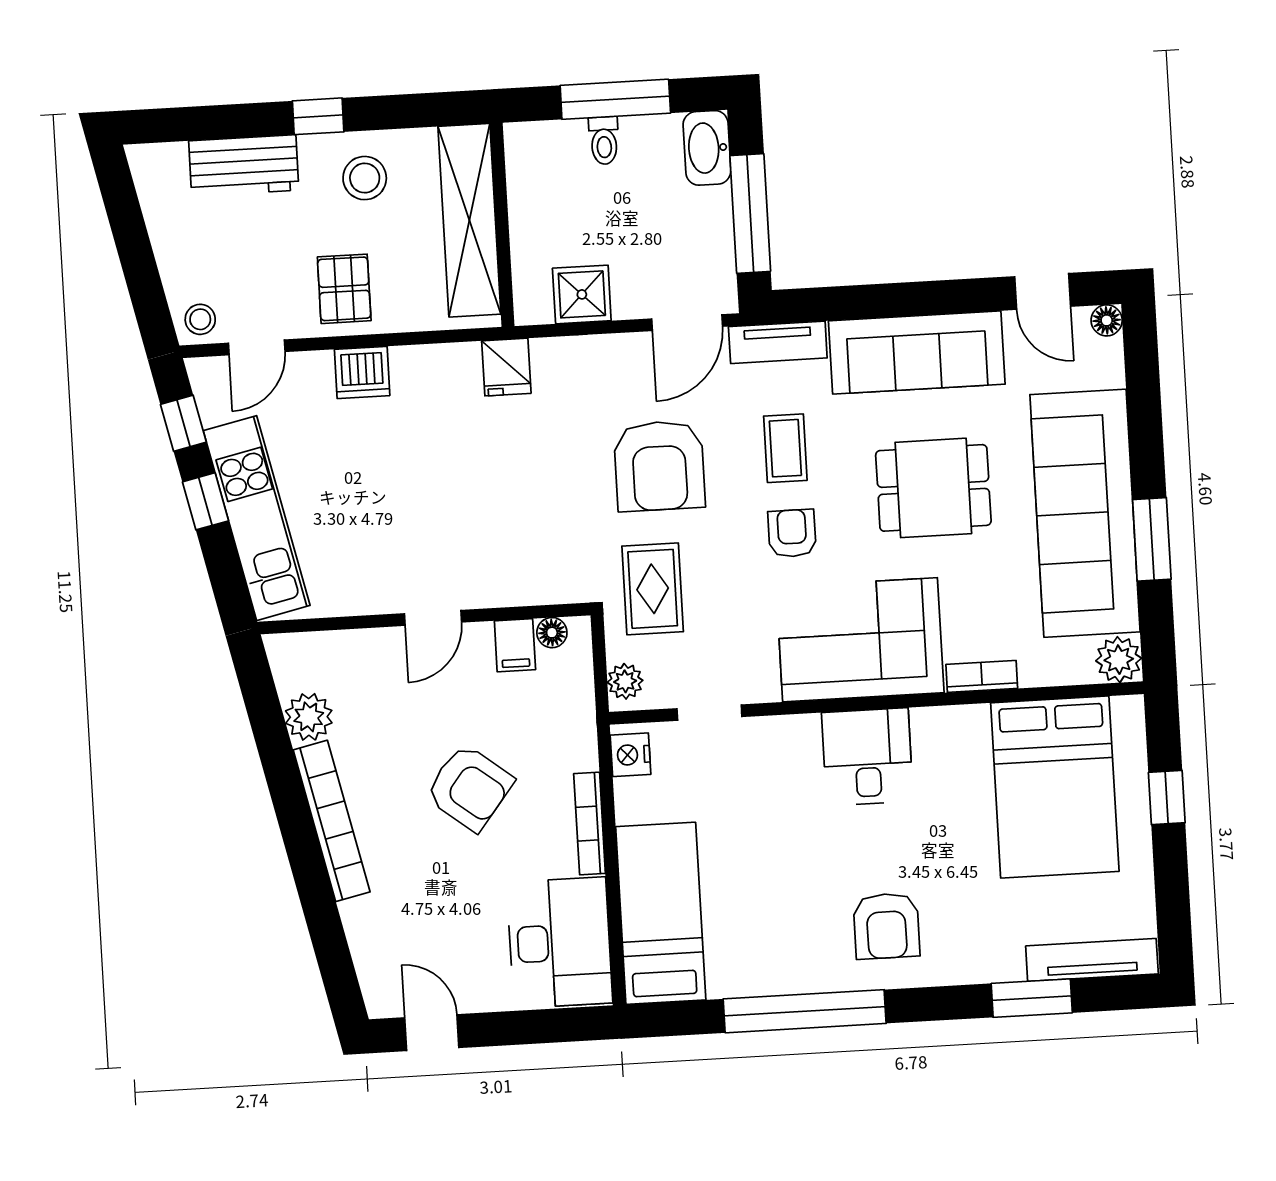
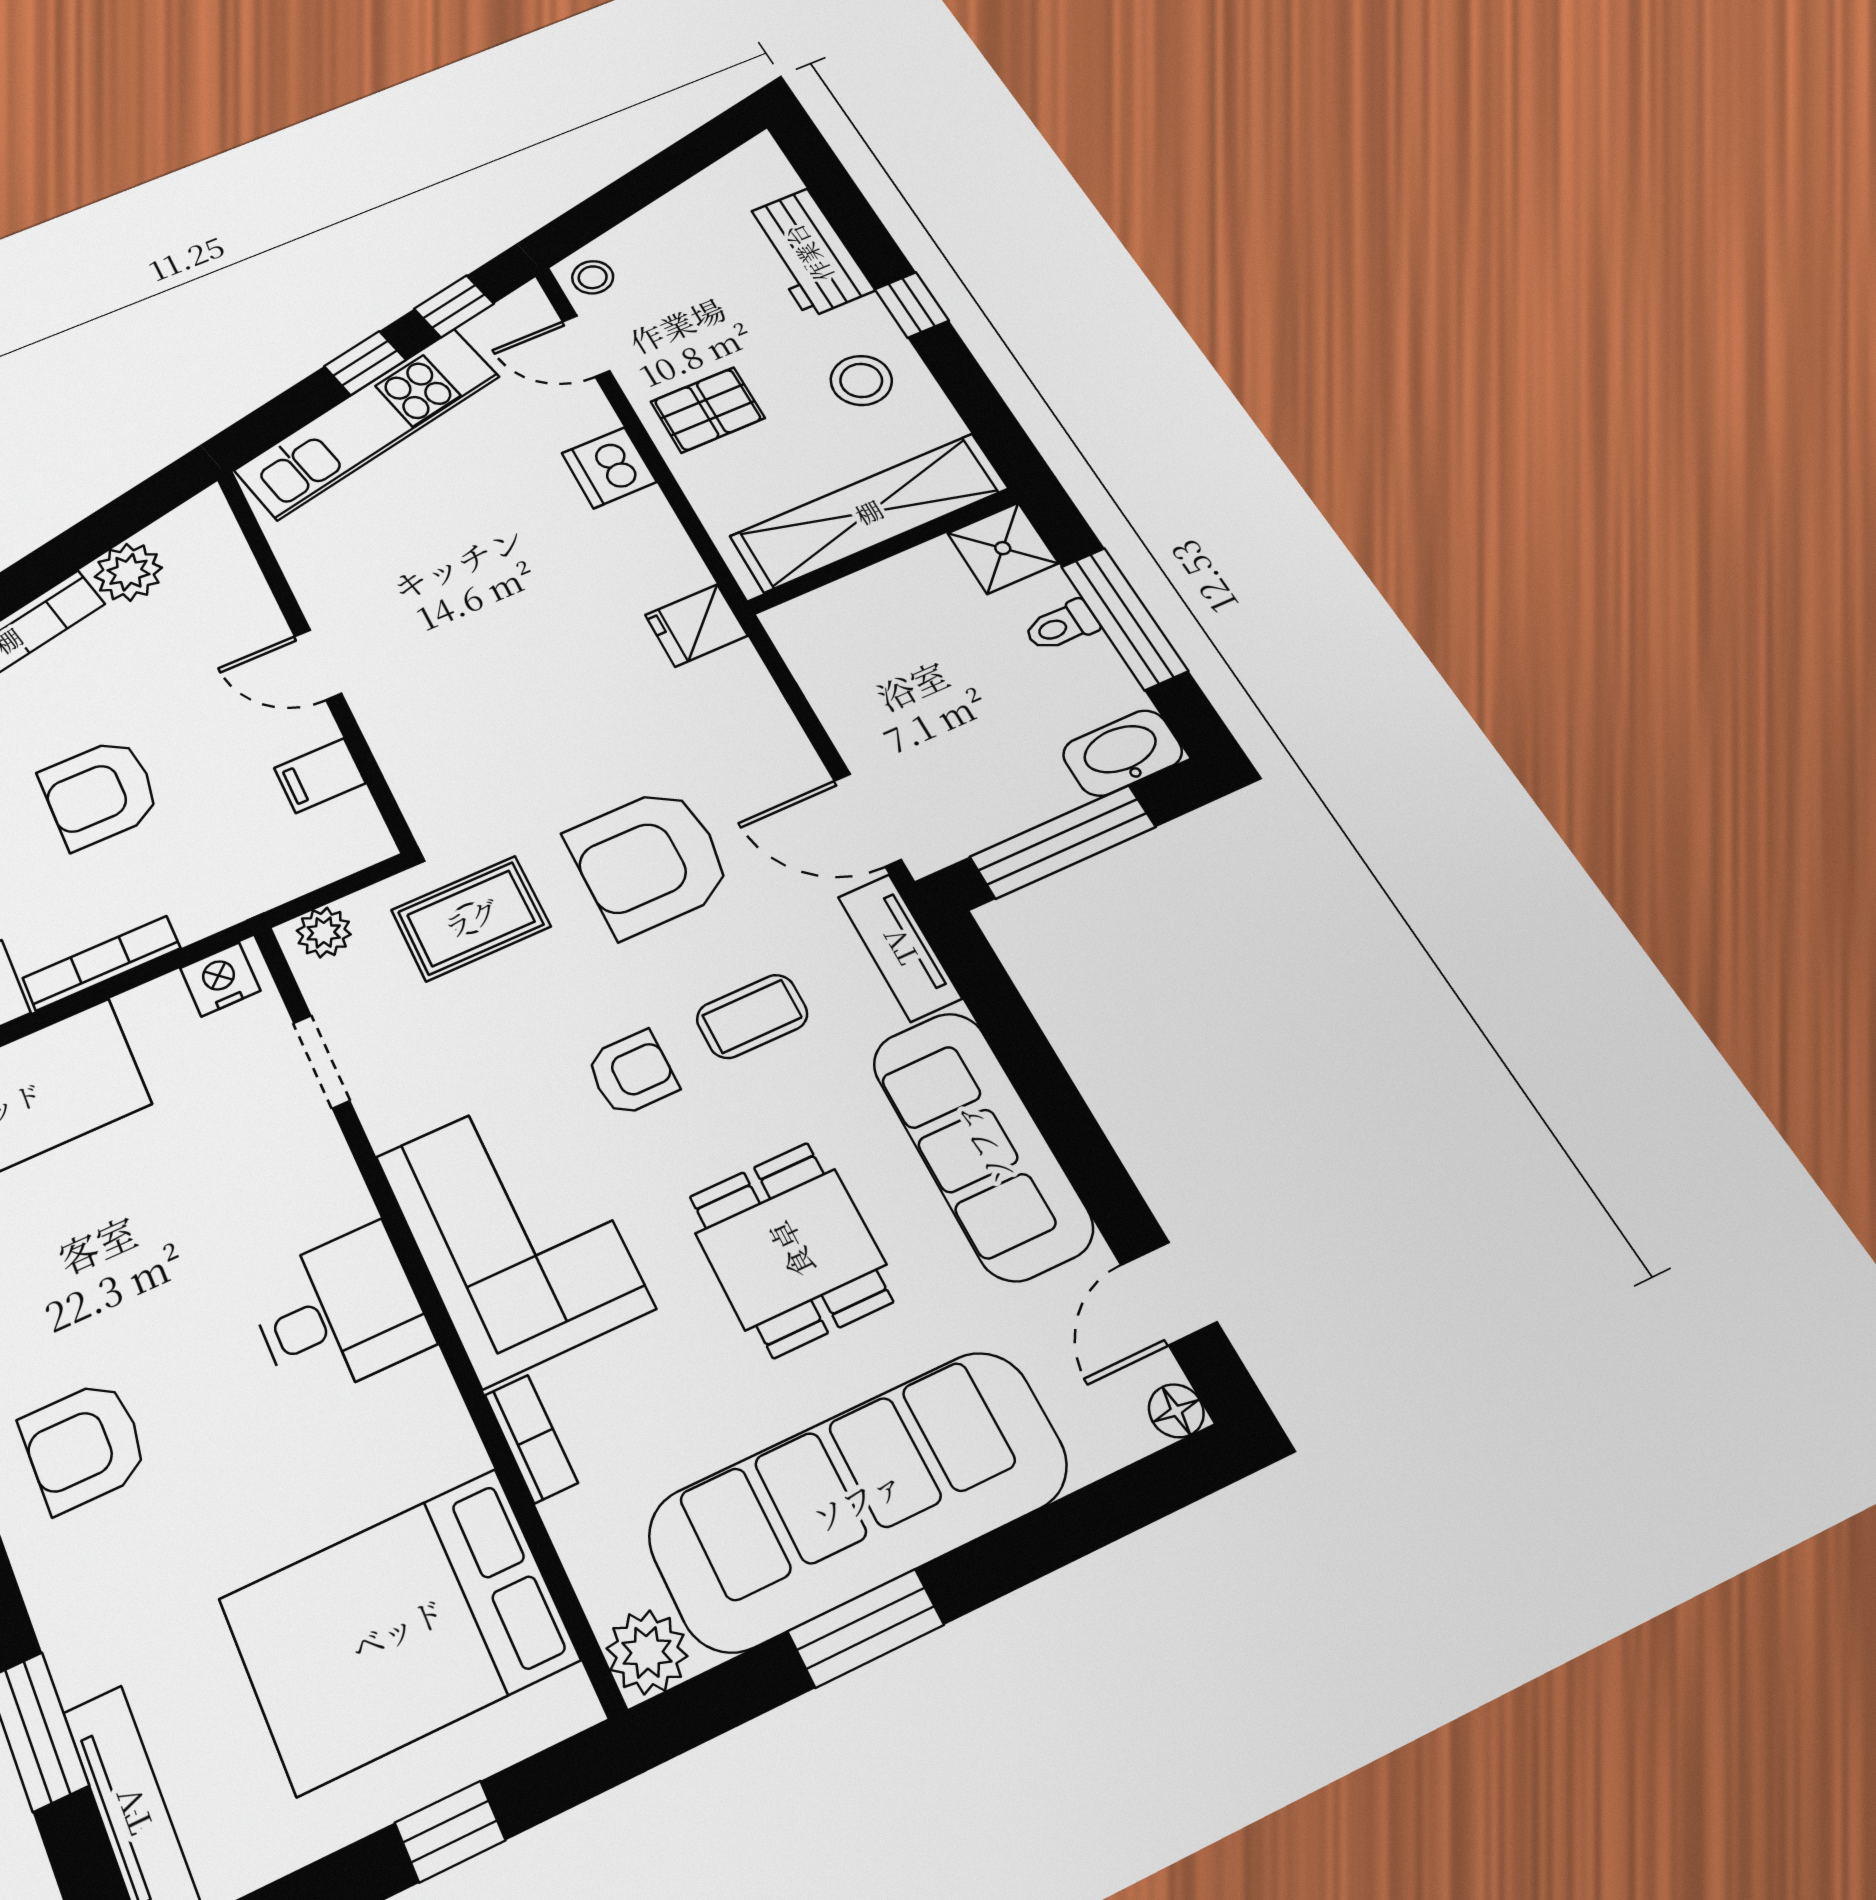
shower: (582, 294) -> (1003, 548), moved
floor lamp: (552, 633) -> (356, 814), removed
armchair: (469, 788) -> (100, 793), turned 52

